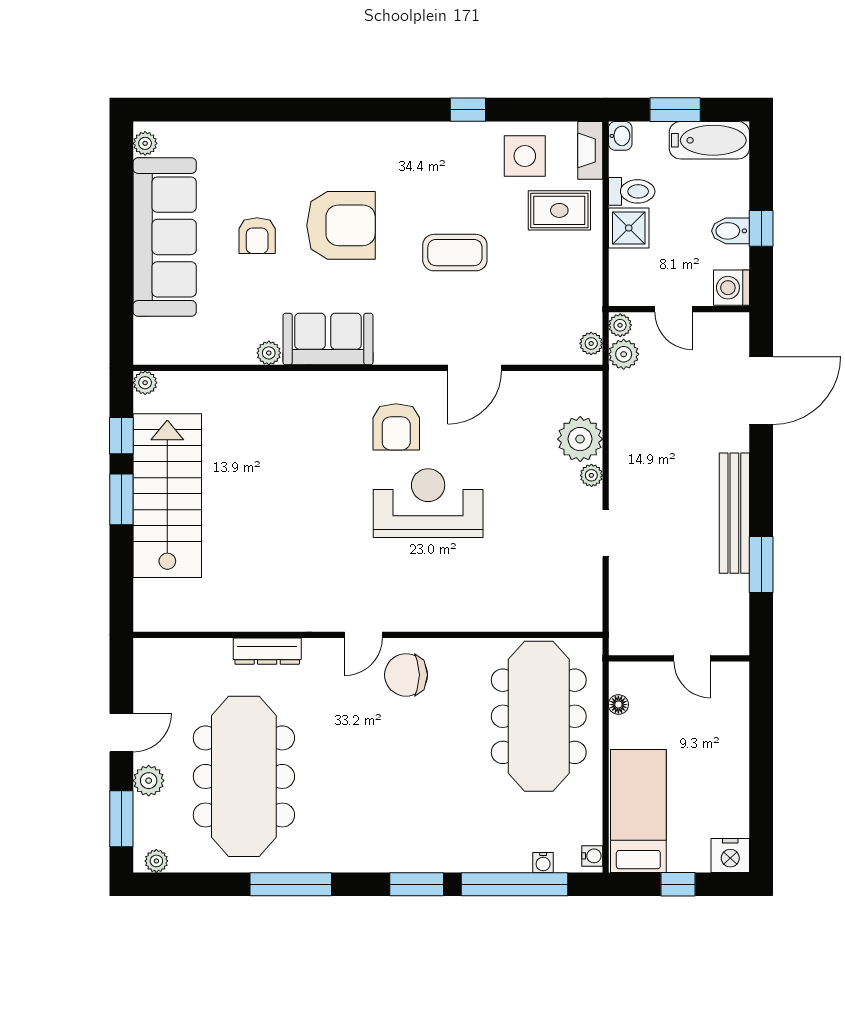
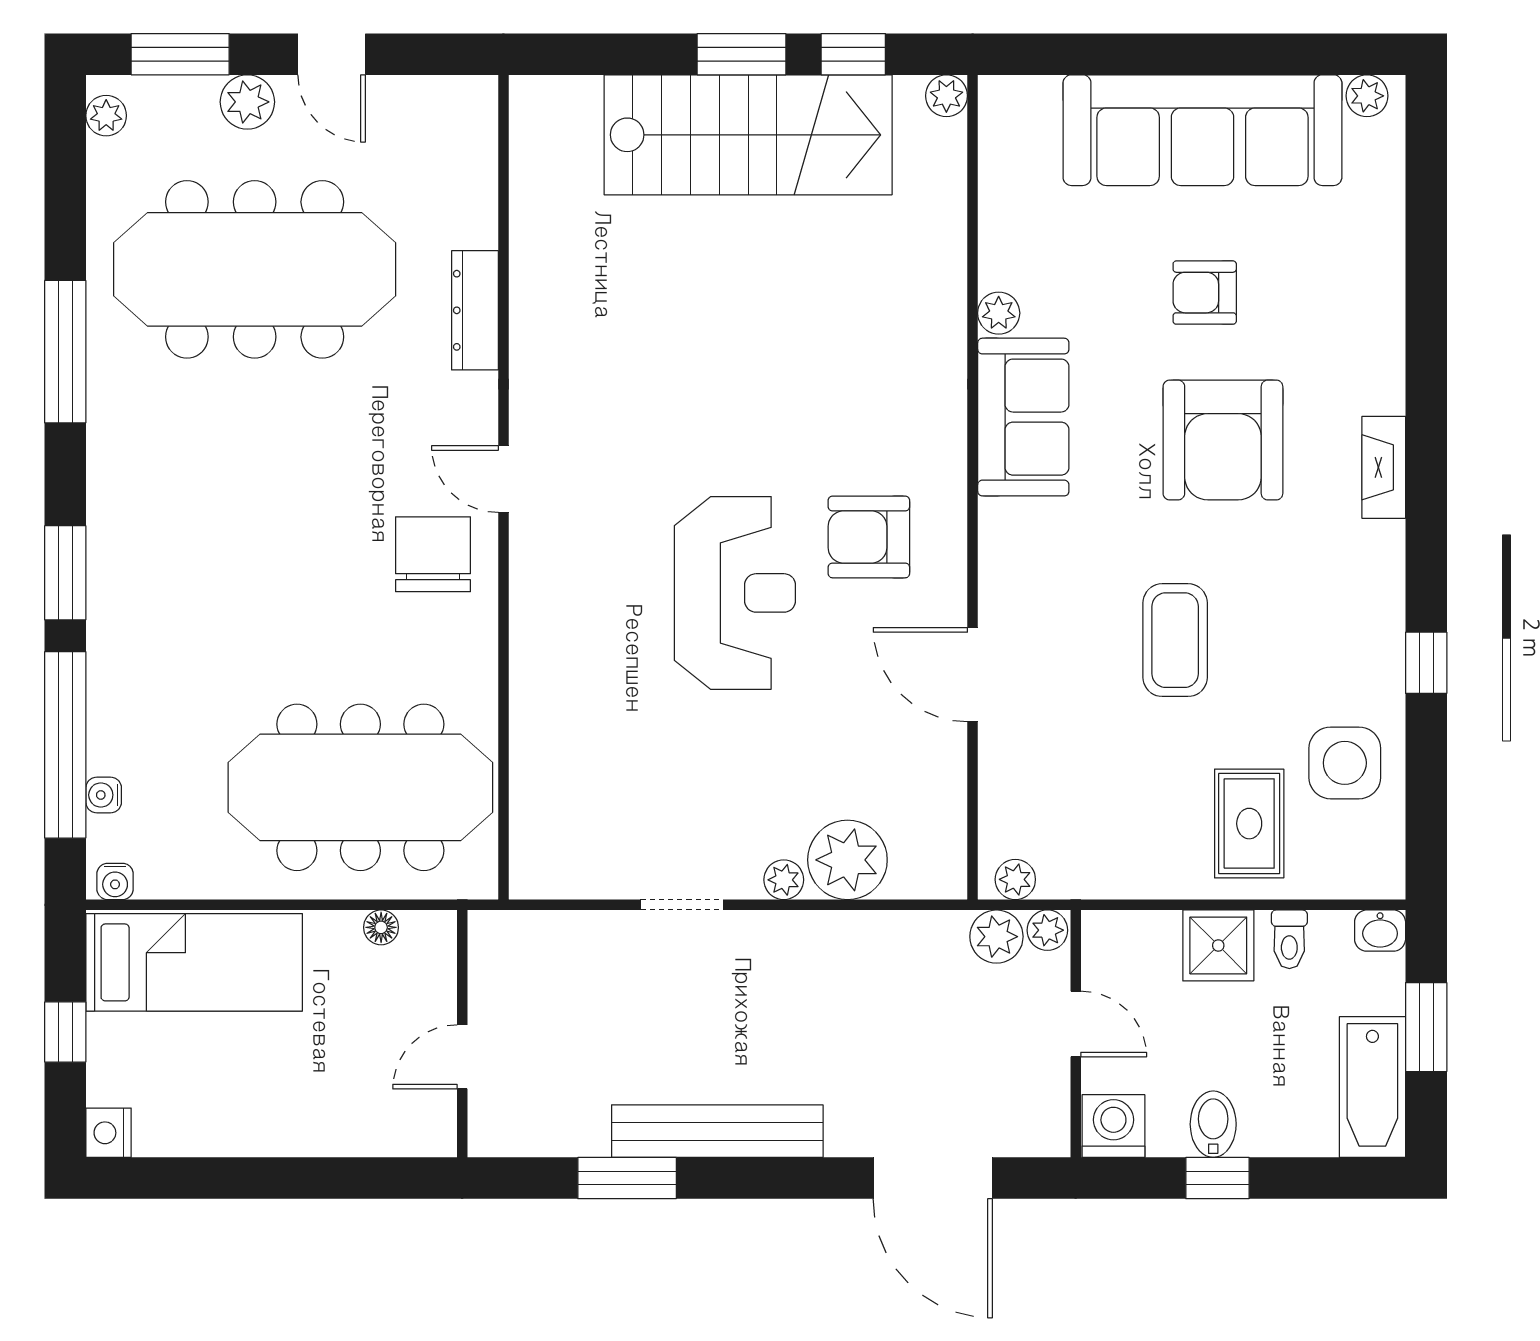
fireplace: (590, 150) -> (1384, 467), moved, turned -90
toilet: (632, 191) -> (1289, 939), width x0.73, depth x0.72
door: (673, 309) -> (1076, 1024), swing flipped
nightstand: (730, 855) -> (109, 1133), width x0.74, depth x0.75

